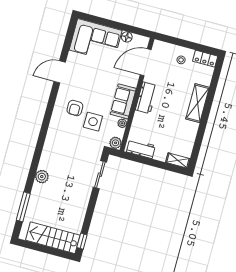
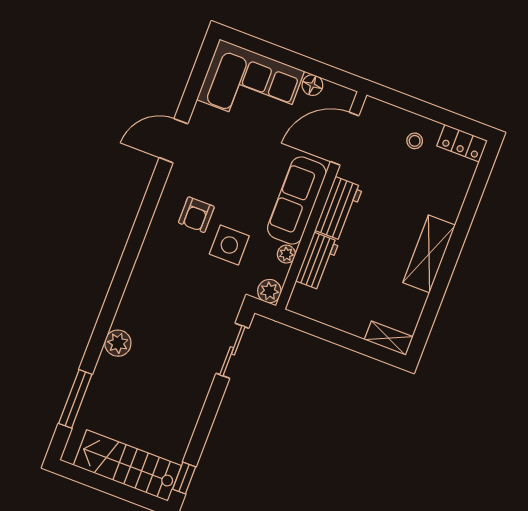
sofa: (123, 101) -> (297, 200), width x1.36
shelving: (197, 103) -> (429, 254), moved
workbench: (141, 149) -> (317, 261), moved, turned 90

